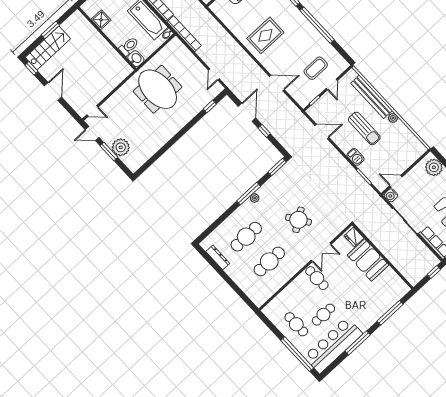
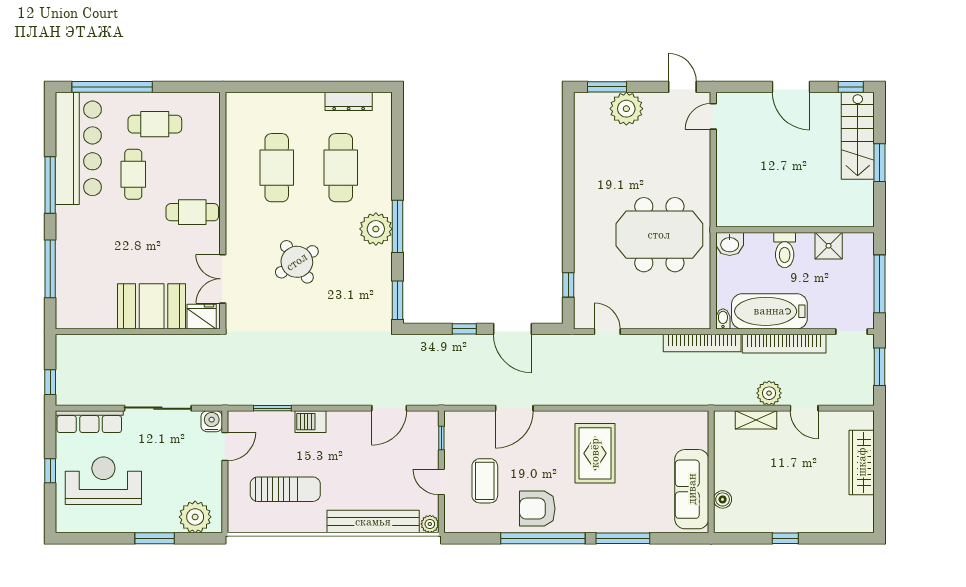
armchair: (307, 38) -> (537, 509), added
toilet: (129, 46) -> (785, 250), moved
plant: (393, 118) -> (430, 524), moved
sun lounger: (364, 128) -> (285, 489), moved, turned 180
door: (92, 133) -> (682, 87), hinge flipped
window: (109, 152) -> (607, 87), moved
plant: (255, 198) -> (376, 229), width x1.88, depth x1.88
double door: (321, 252) -> (223, 279), moved

